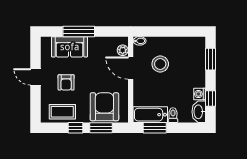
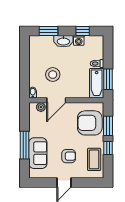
washbasin: (199, 112) -> (63, 41), moved

